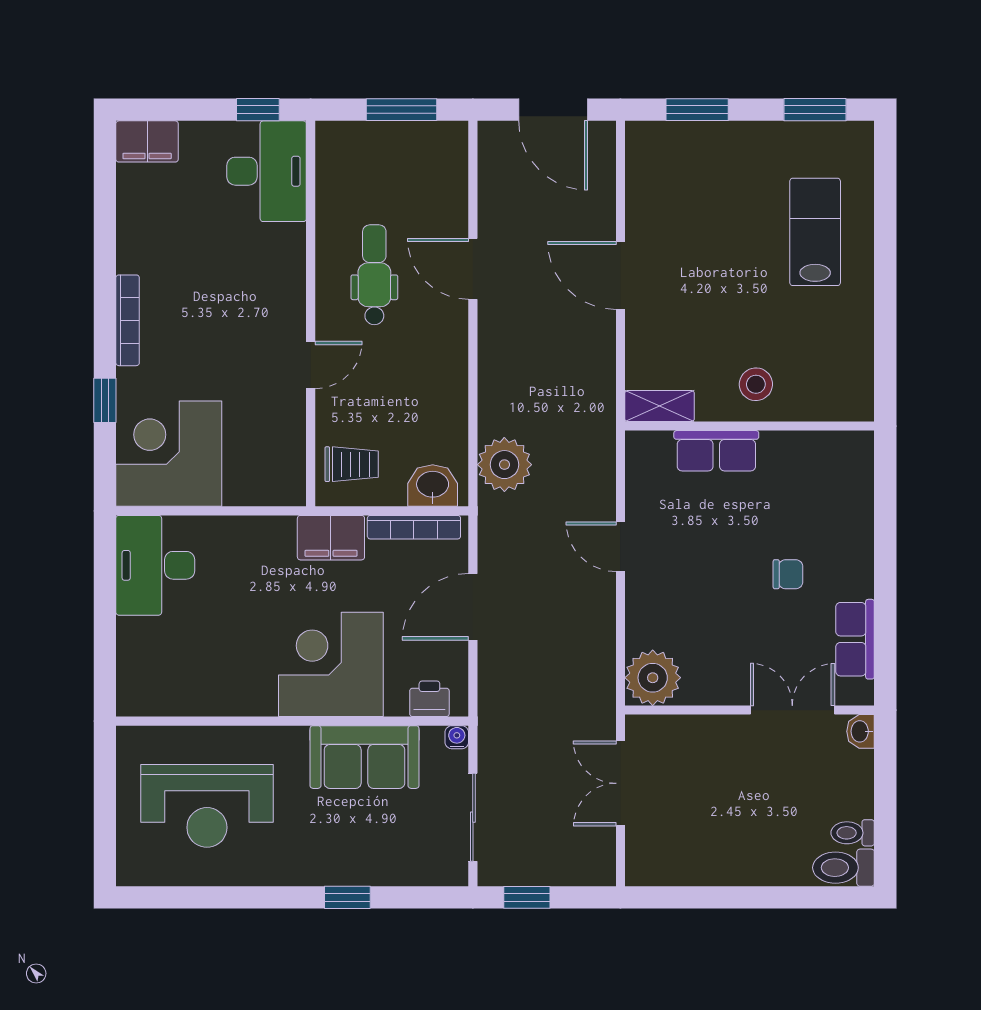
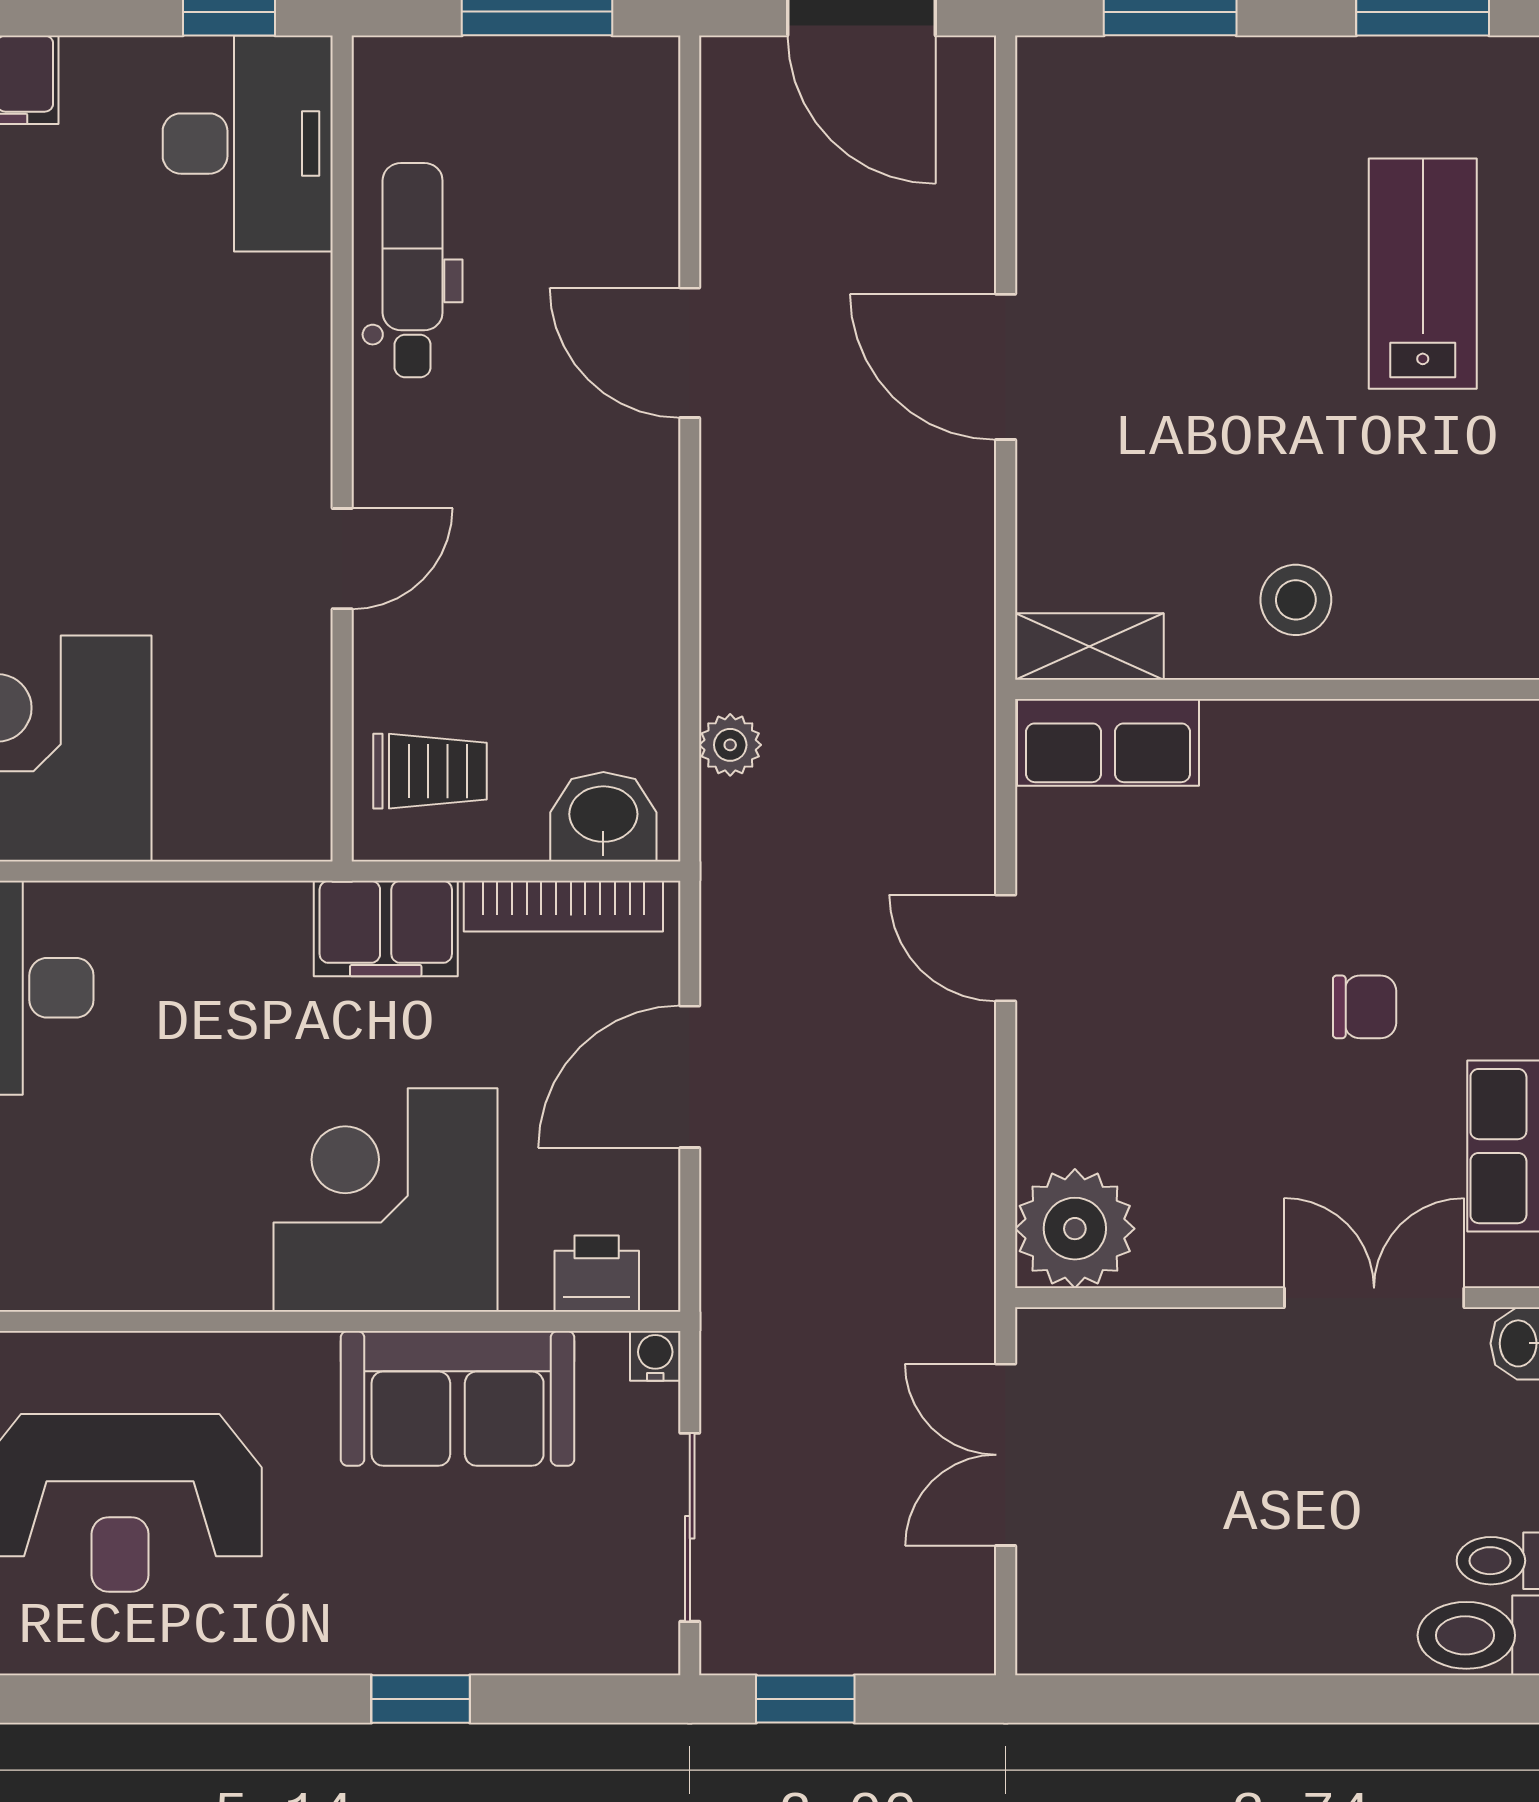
dental chair: (374, 275) -> (413, 270), moved
row of seats: (716, 451) -> (1108, 742), moved
plant: (504, 465) -> (730, 745), width x0.53, depth x0.53

